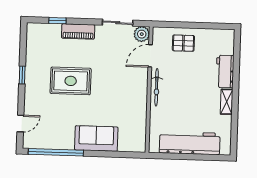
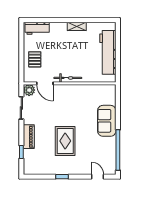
workbench: (225, 71) -> (37, 28), moved

